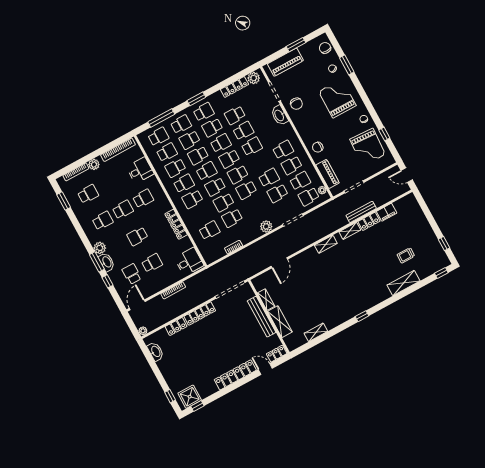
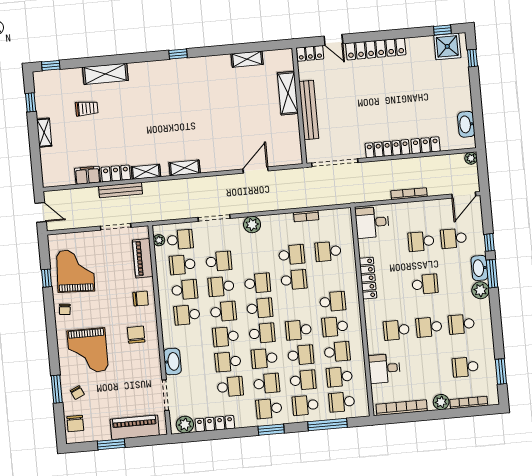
chair: (296, 104) -> (136, 335), moved
school desk: (215, 187) -> (223, 312), moved
school desk: (132, 274) -> (454, 238), turned 90
shelving: (266, 300) -> (44, 133), moved

